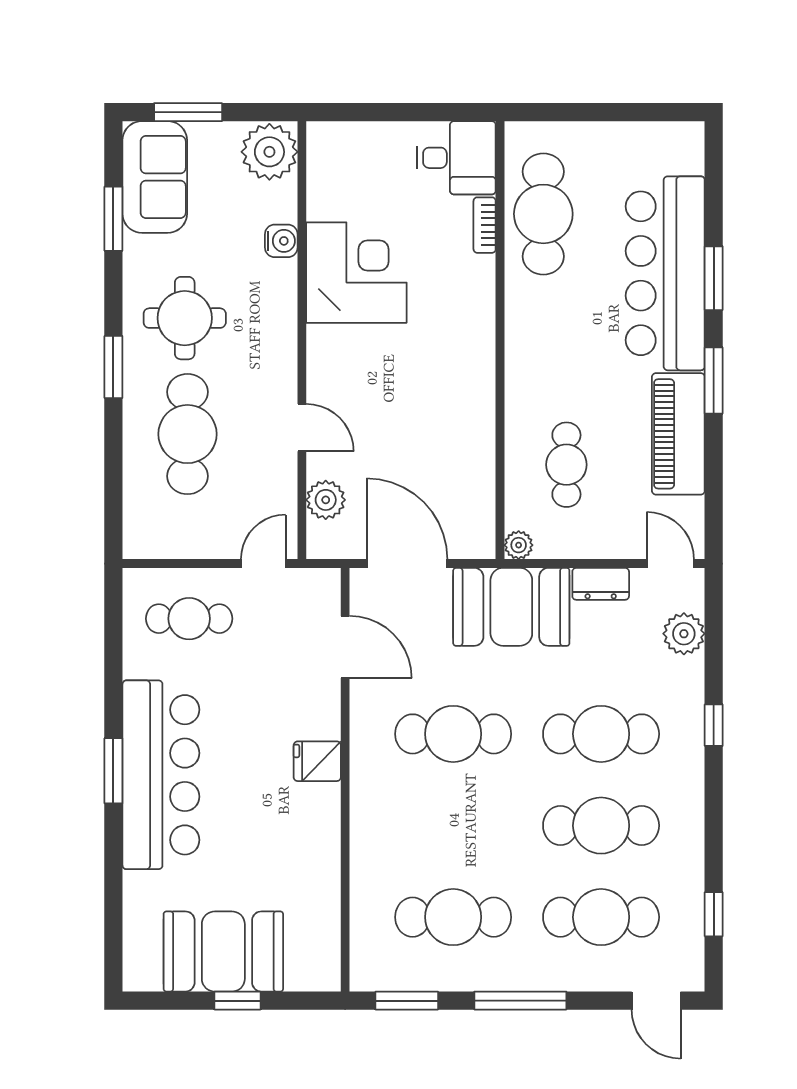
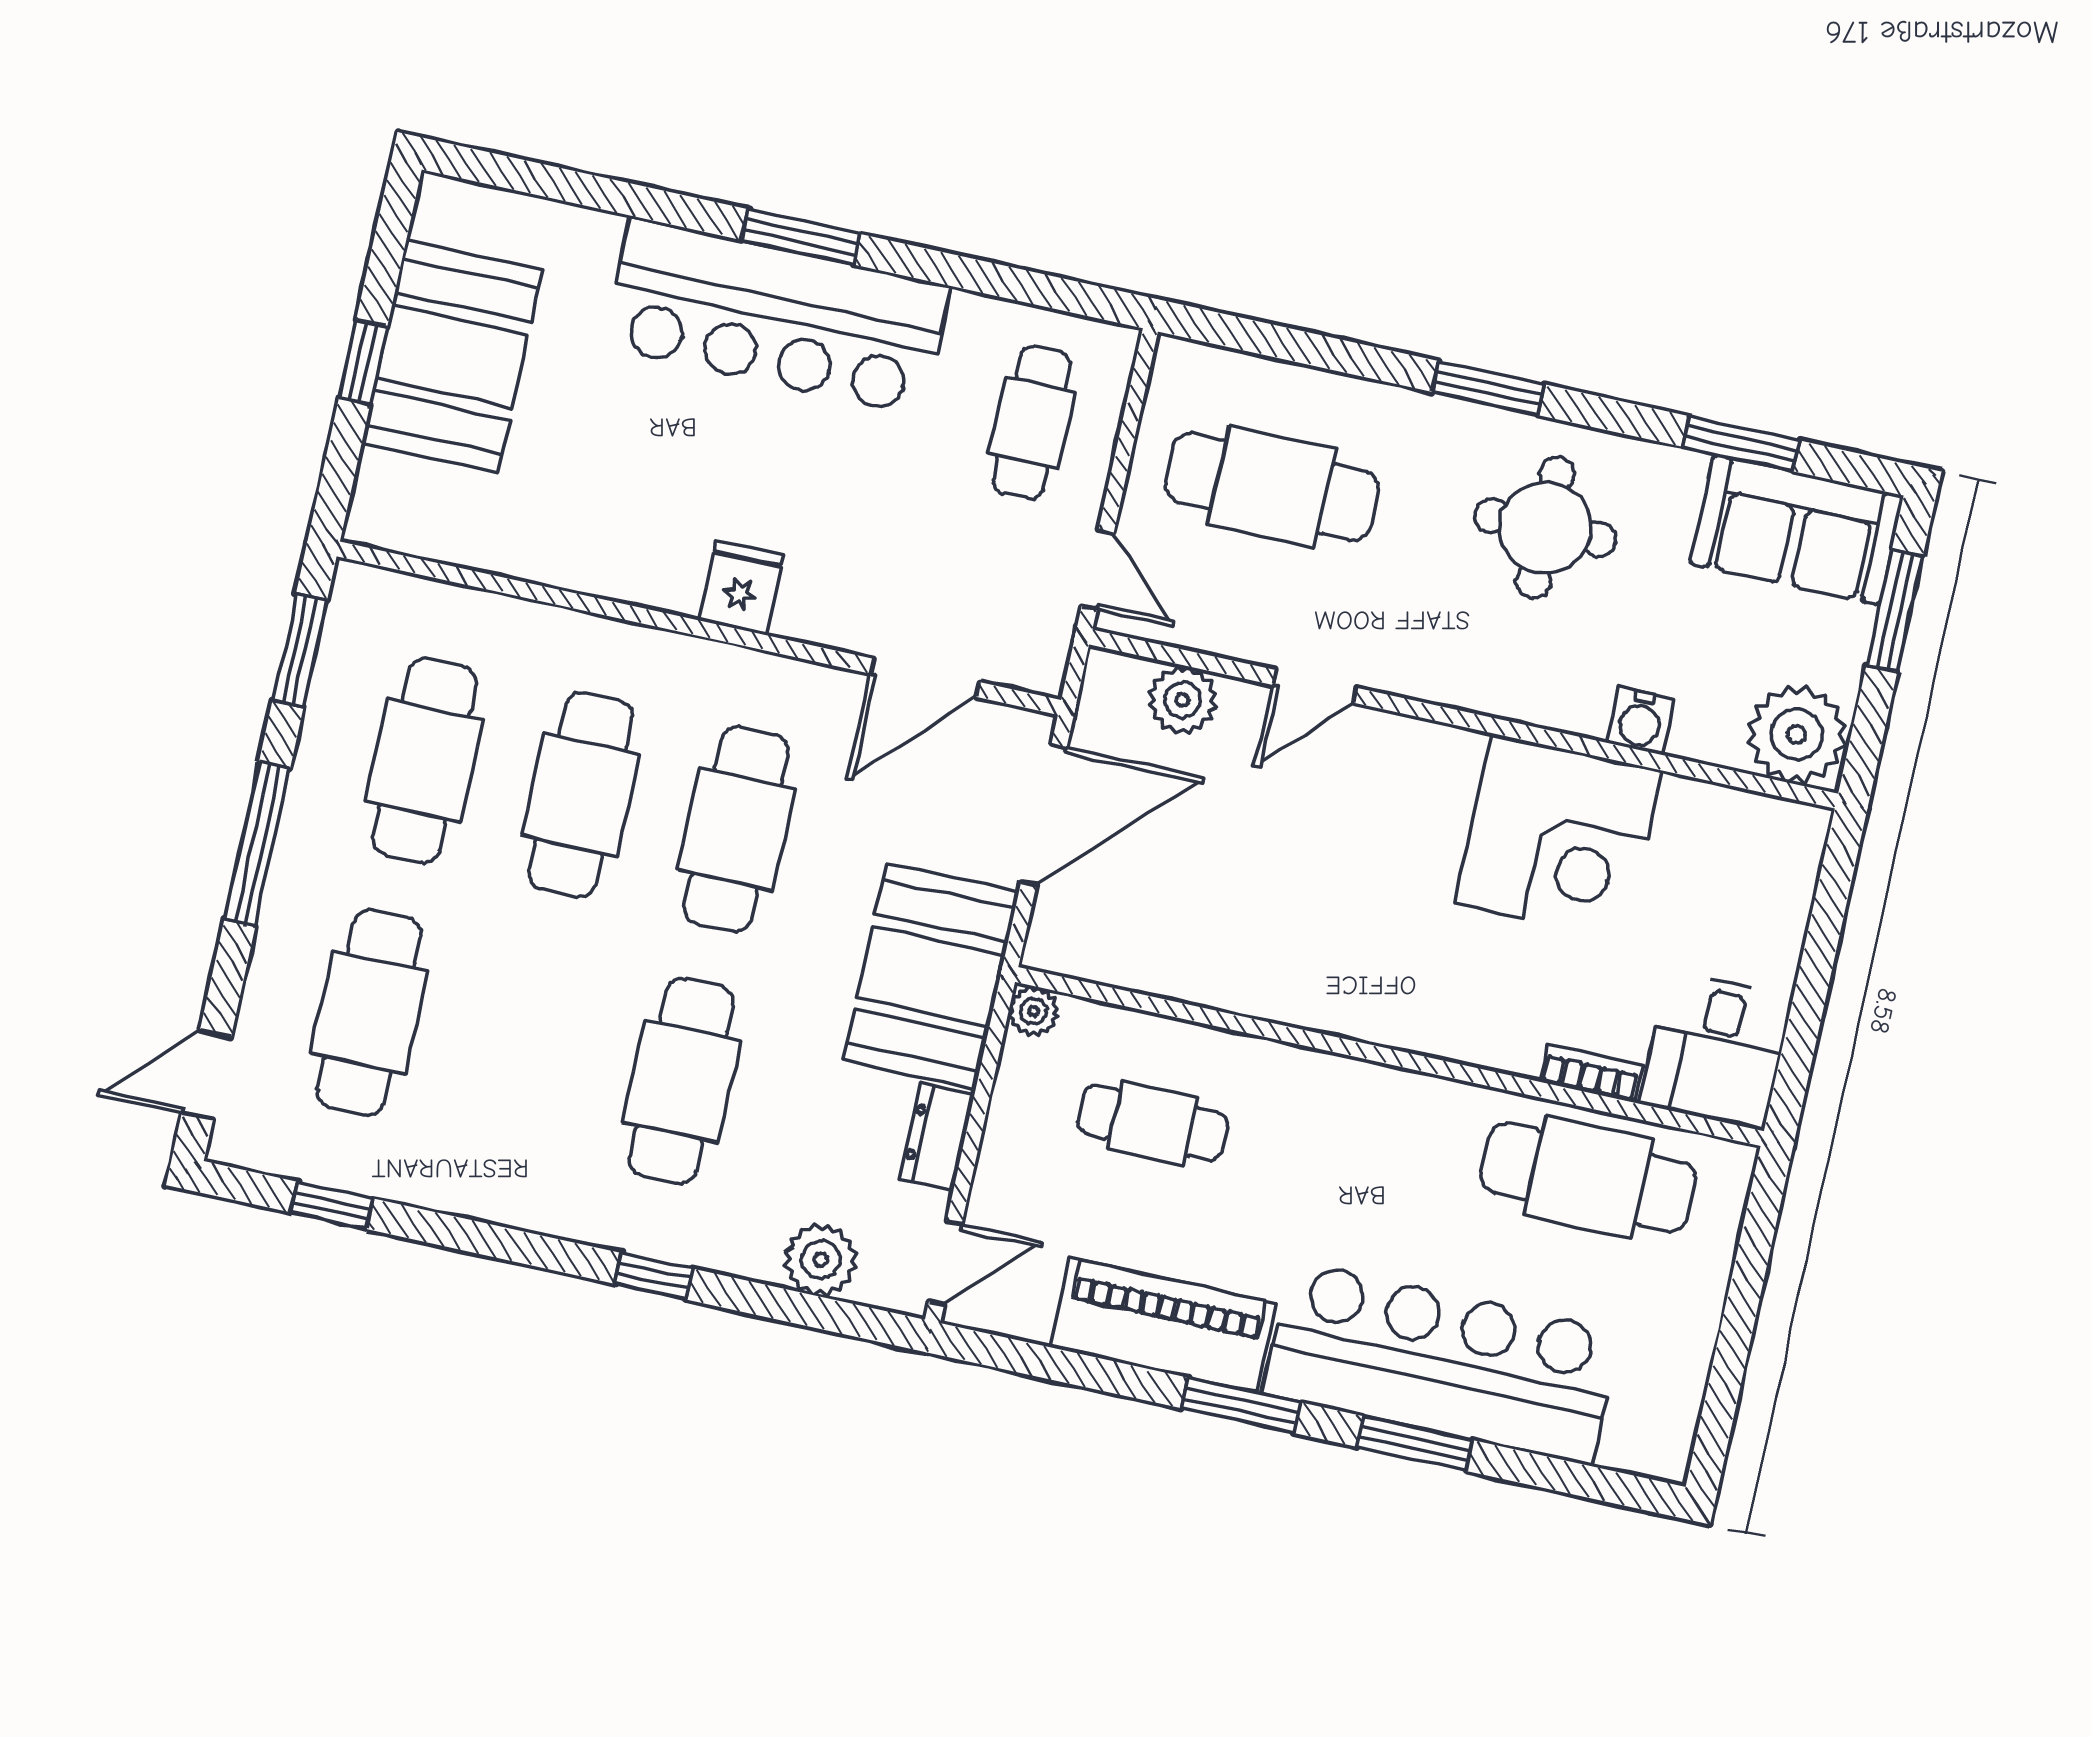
cafe table: (187, 434) -> (1272, 486), moved
cafe table: (601, 826) -> (580, 795), moved

